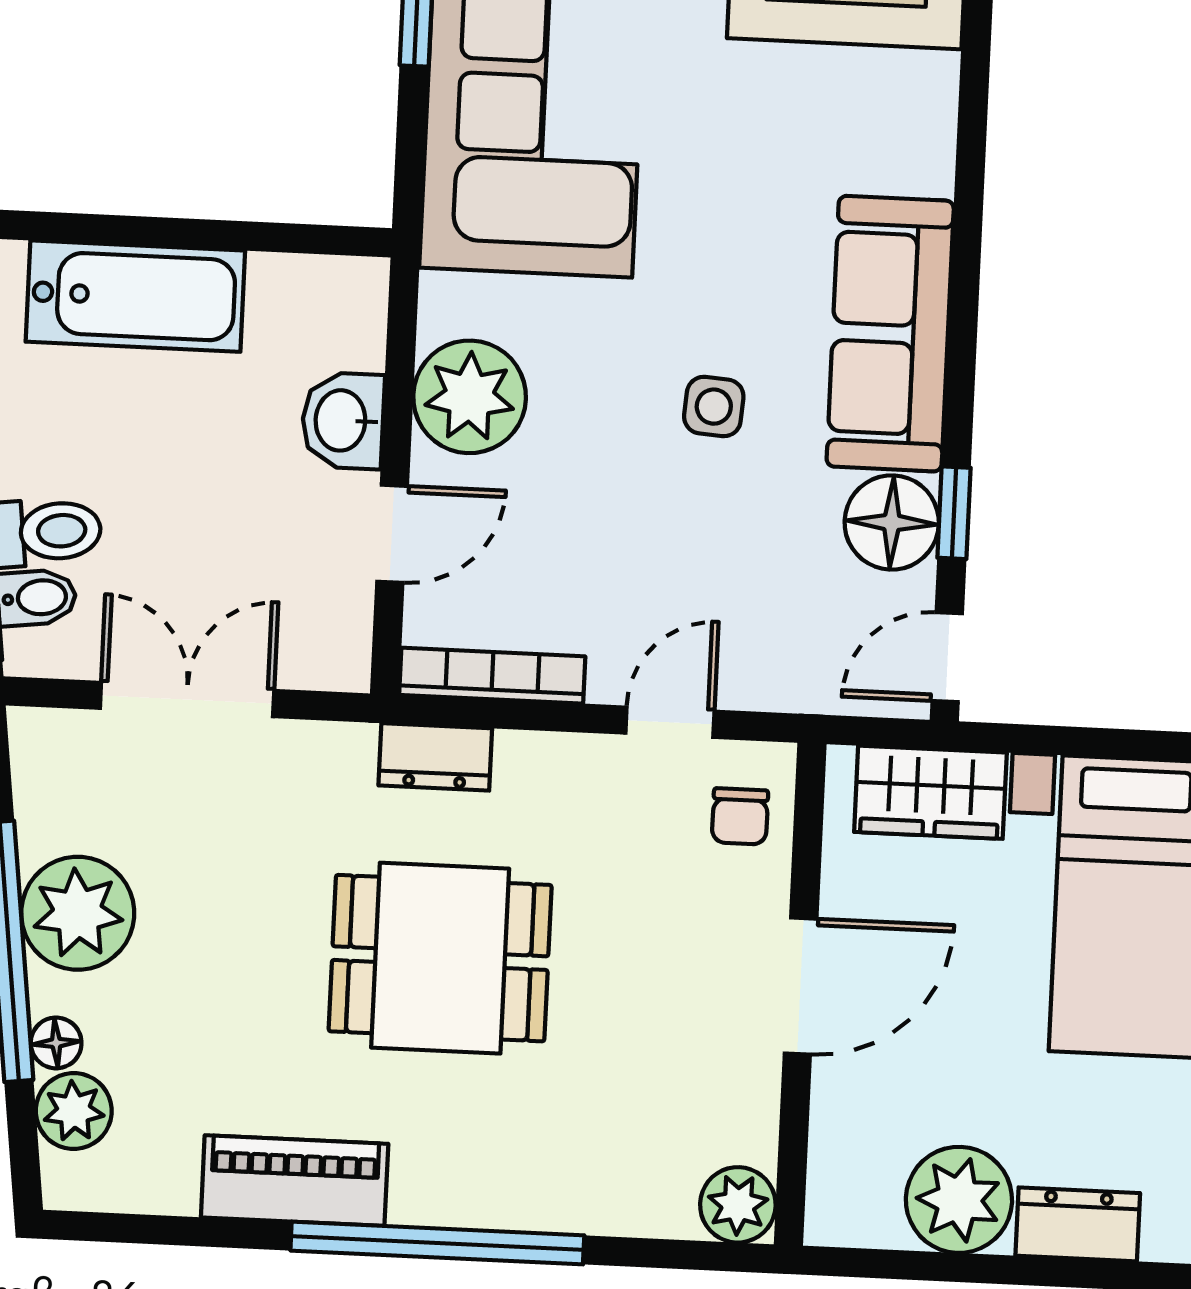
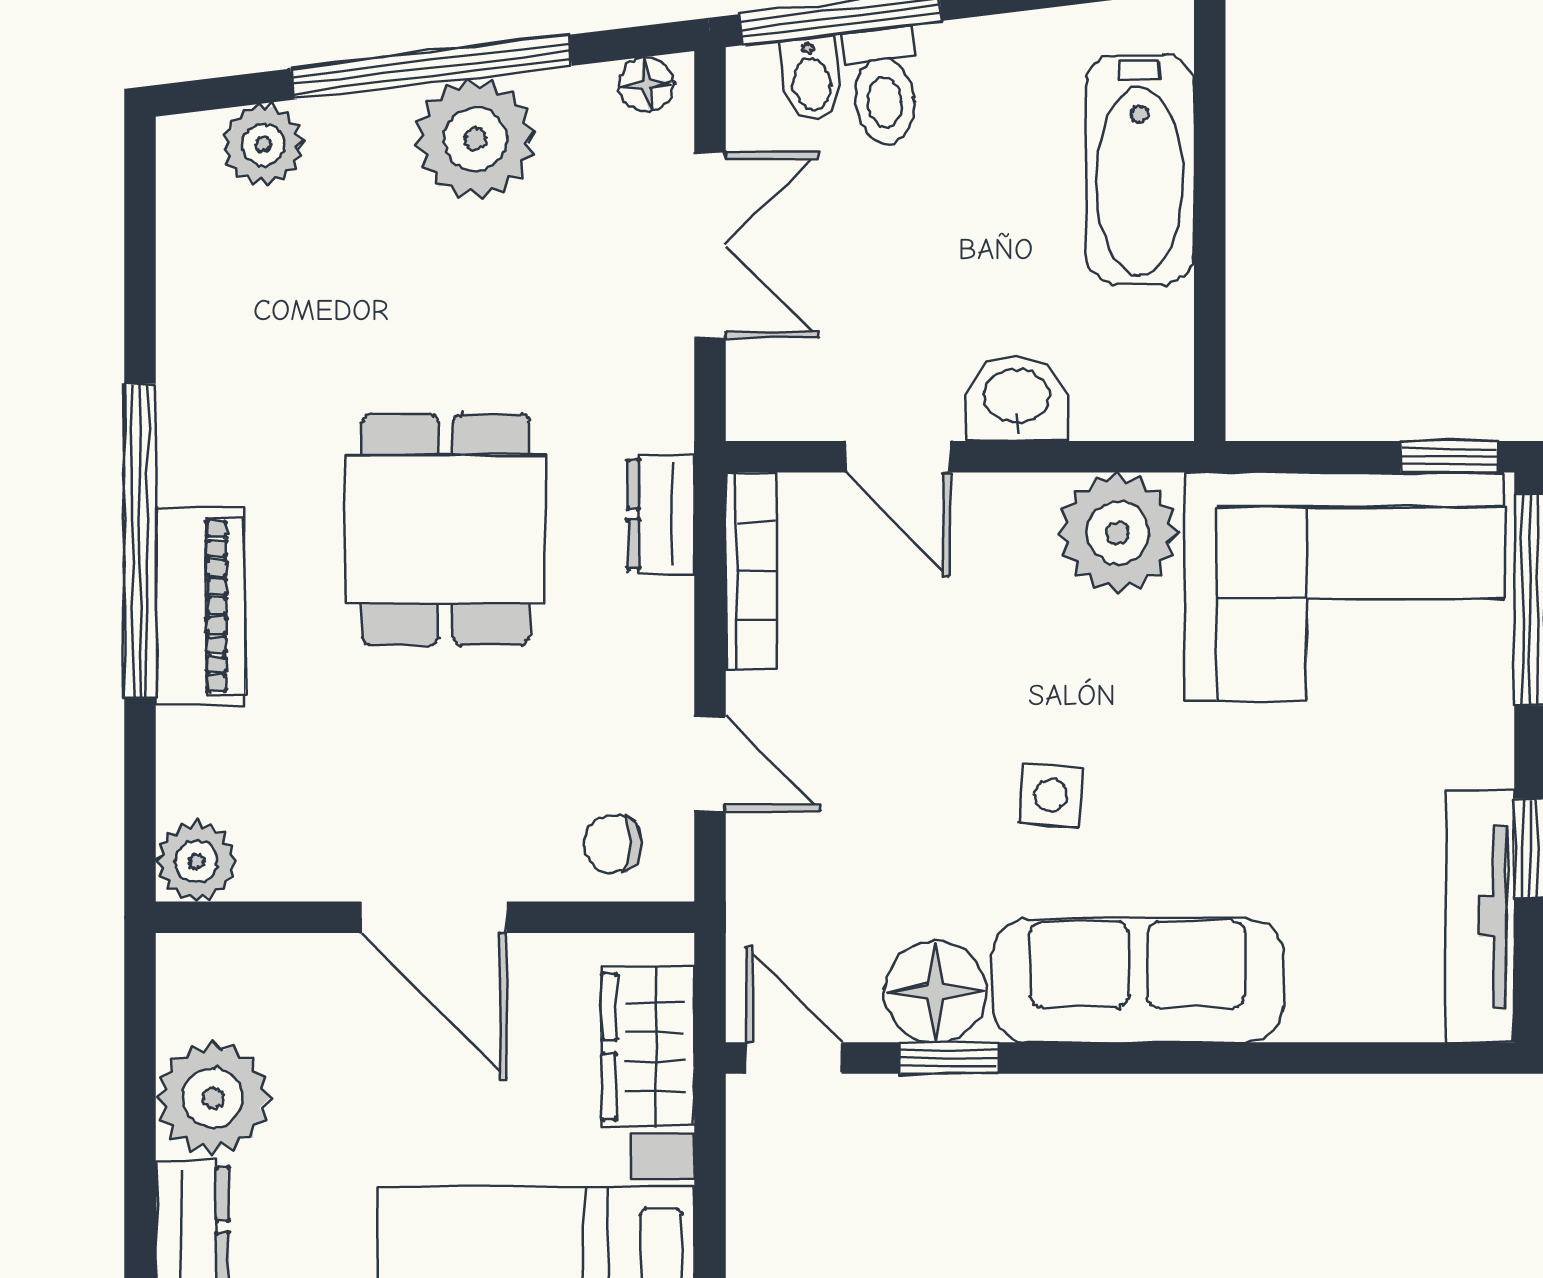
plant: (470, 397) -> (1118, 533), moved
floor lamp: (56, 1043) -> (646, 84), moved
piano: (295, 1181) -> (200, 606), moved

